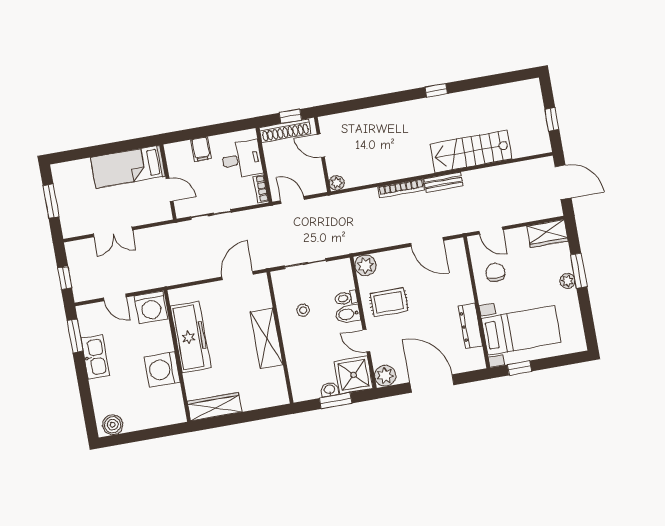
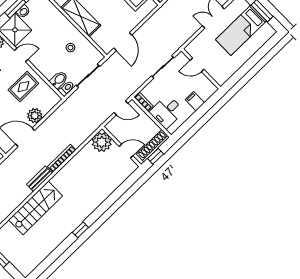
bed: (128, 167) -> (241, 30), moved, turned 180
plant: (337, 183) -> (102, 142), width x1.87, depth x1.87
plant: (366, 265) -> (35, 116), moved
toilet: (346, 298) -> (66, 88), moved
bidet: (348, 314) -> (59, 80), moved

